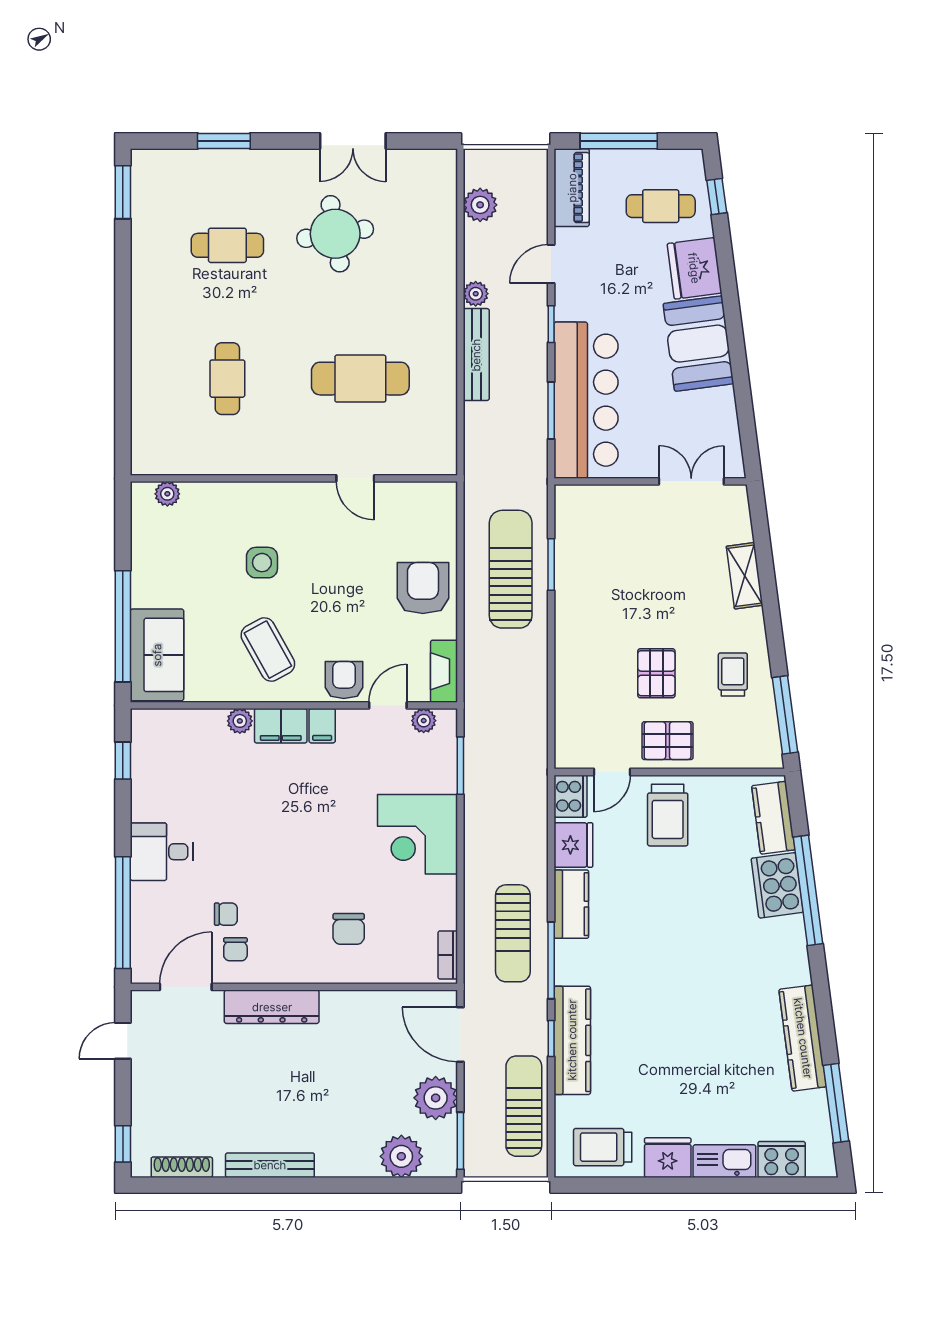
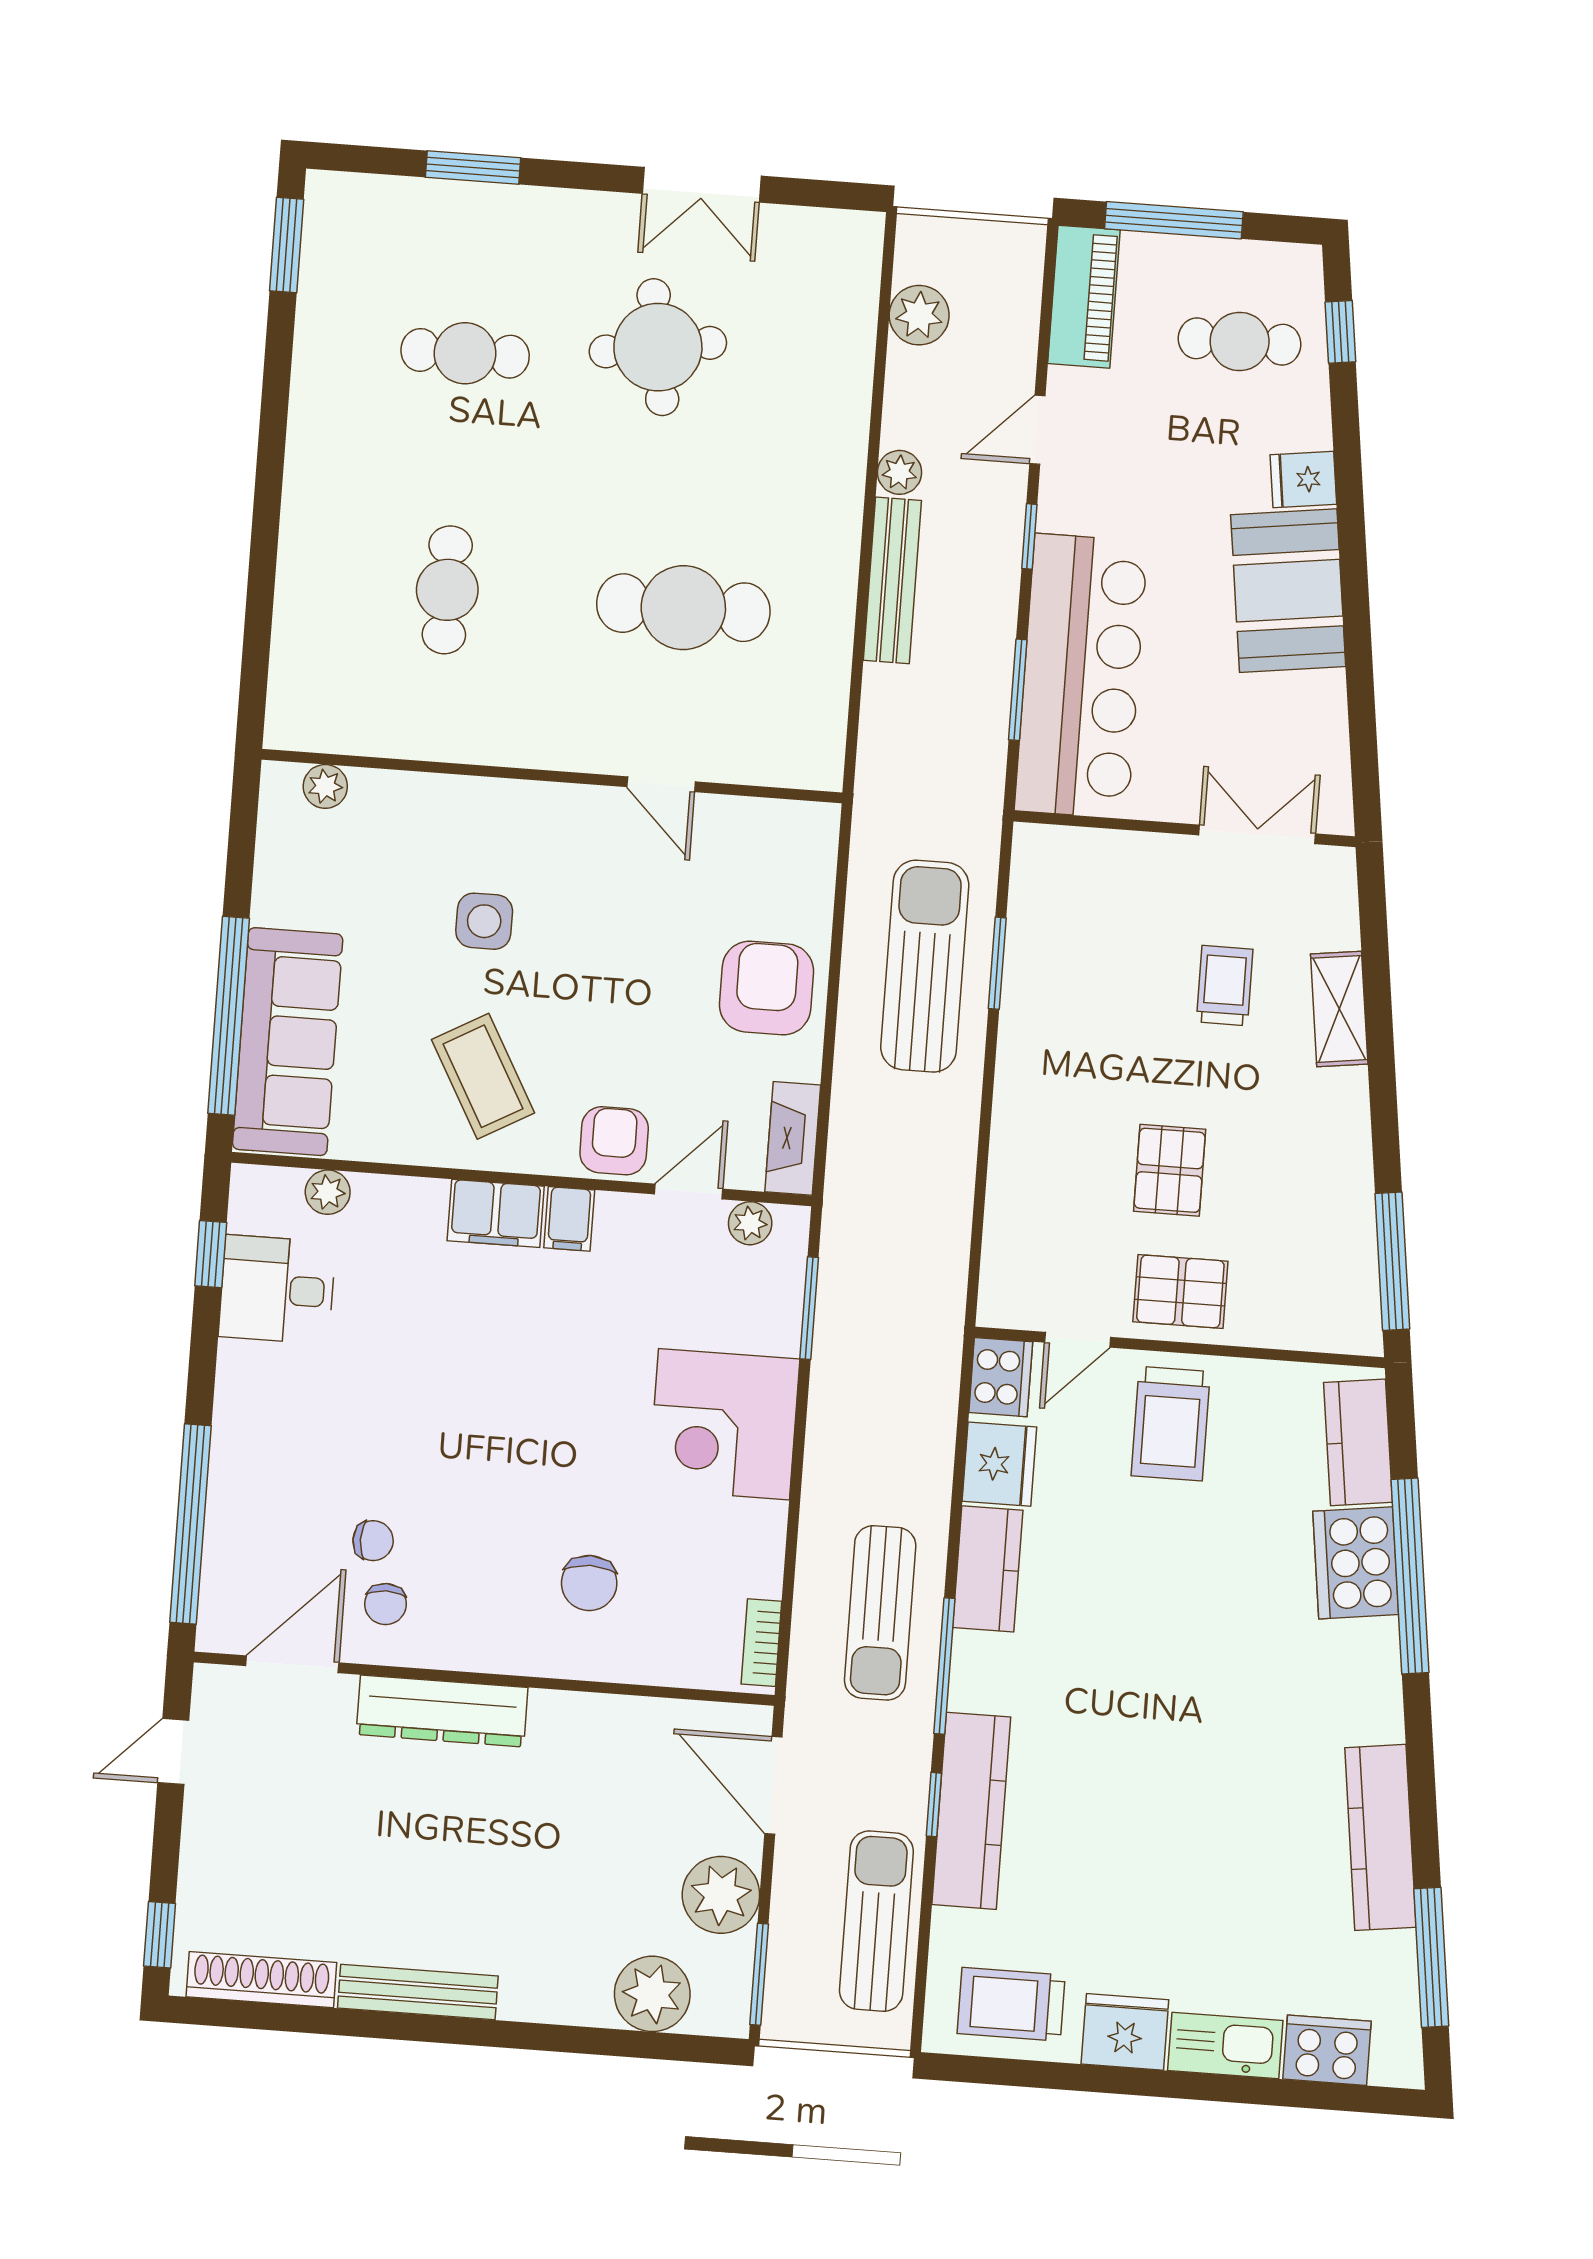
fridge: (694, 268) -> (1303, 479), width x0.53, depth x0.75
sofa: (157, 655) -> (288, 1042), width x1.36
trolley: (733, 674) -> (1225, 986), moved
plant: (240, 721) -> (328, 1192), moved
desk: (162, 852) -> (277, 1289), moved
shoe rack: (182, 1167) -> (261, 1980), width x1.36, depth x1.24

